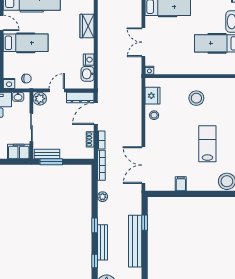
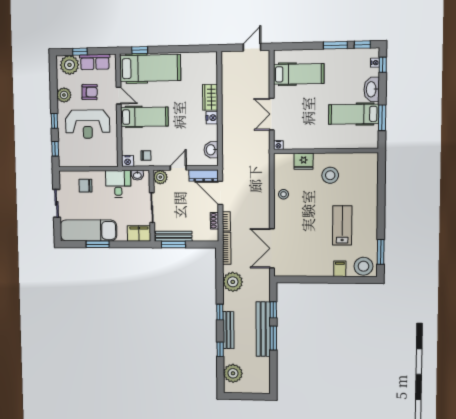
nightstand: (89, 60) -> (212, 118), moved
fridge: (153, 96) -> (304, 161), moved, turned 90
door: (96, 114) -> (220, 193), hinge flipped
bench: (47, 154) -> (174, 236), width x1.36
filing cabinet: (181, 184) -> (340, 269), moved
plant: (103, 197) -> (233, 282), width x1.88, depth x1.88
window: (145, 249) -> (273, 338), added

